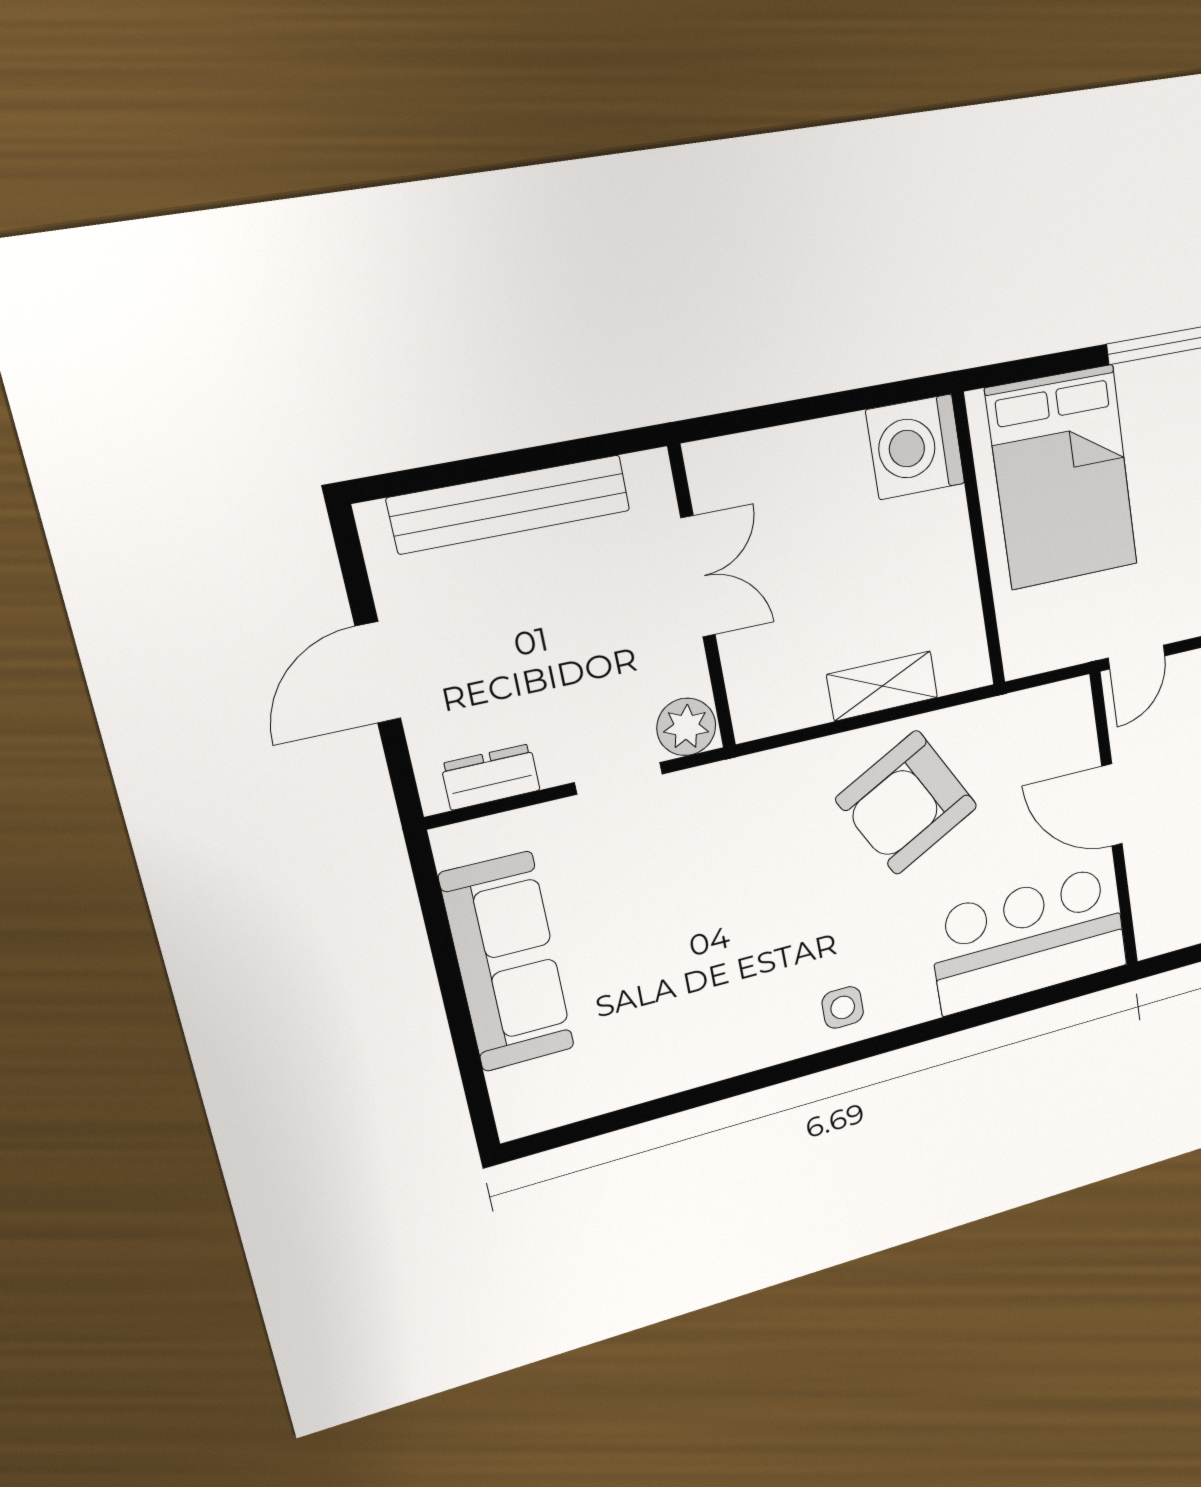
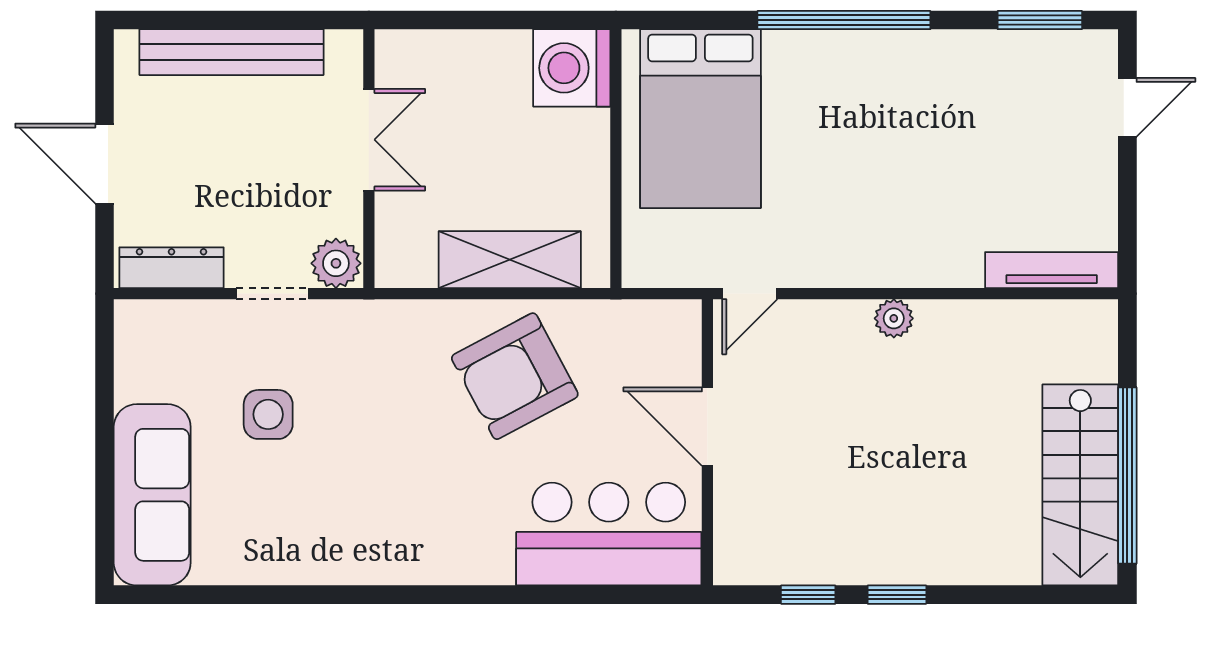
door: (378, 672) -> (104, 164), hinge flipped
shelving: (882, 686) -> (510, 260), width x1.50, depth x1.33
dresser: (491, 777) -> (172, 268), width x1.44
sofa: (507, 962) -> (152, 495), moved
side table: (843, 1007) -> (268, 414), moved, width x1.37, depth x1.37

